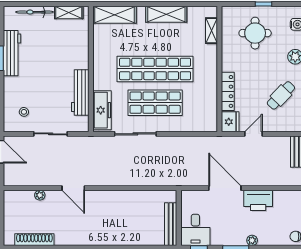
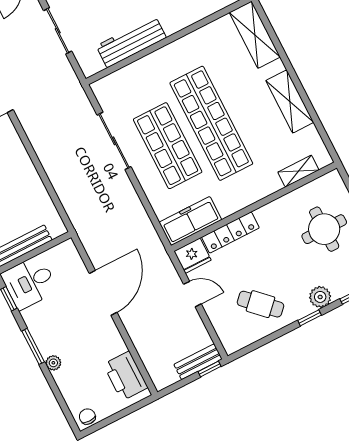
freezer: (102, 110) -> (190, 221), moved, turned 180
printer: (258, 200) -> (126, 376), moved

